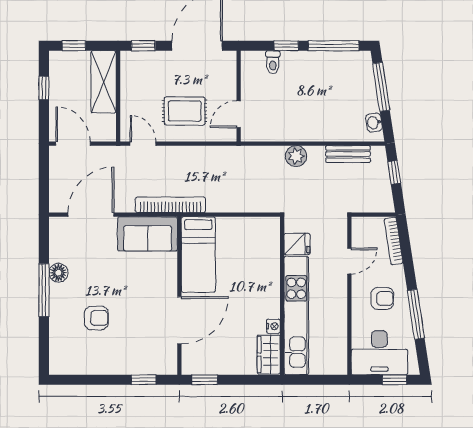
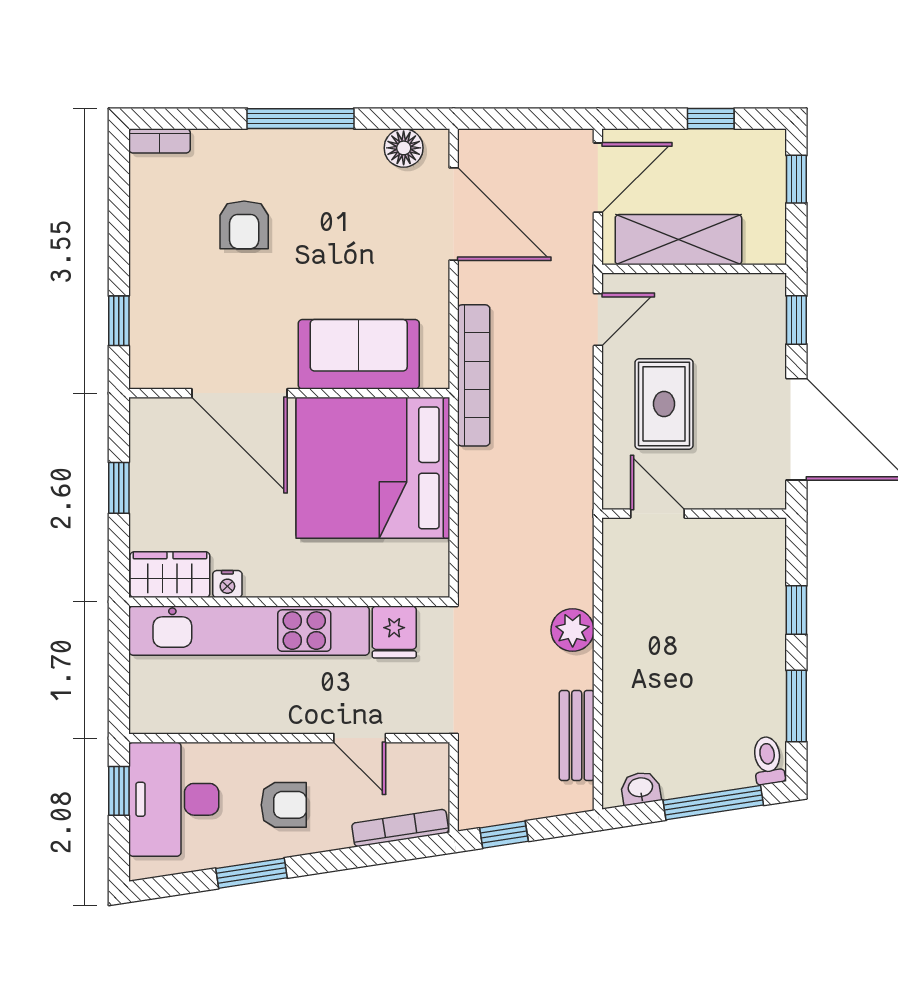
window: (333, 46) -> (796, 706), width x0.69
toilet: (273, 62) -> (768, 760), moved, turned 81
shelving: (104, 82) -> (678, 240), moved
window: (394, 172) -> (504, 835), moved
sofa: (148, 234) -> (359, 354), moved, turned 90
bed: (198, 255) -> (373, 468), width x2.04
floor lamp: (58, 273) -> (404, 148), moved
armchair: (382, 298) -> (284, 805), turned -90
window: (416, 314) -> (251, 873), width x0.69
bookcase: (55, 360) -> (159, 141), added
window: (205, 380) -> (119, 488), moved
window: (395, 380) -> (119, 791), moved

